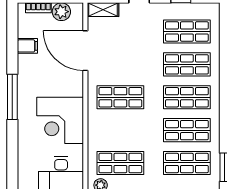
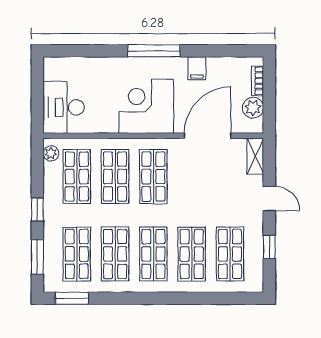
filing cabinet: (27, 46) -> (197, 68), moved
corner desk: (60, 120) -> (146, 106), moved
shop shelf: (120, 130) -> (115, 176), added

